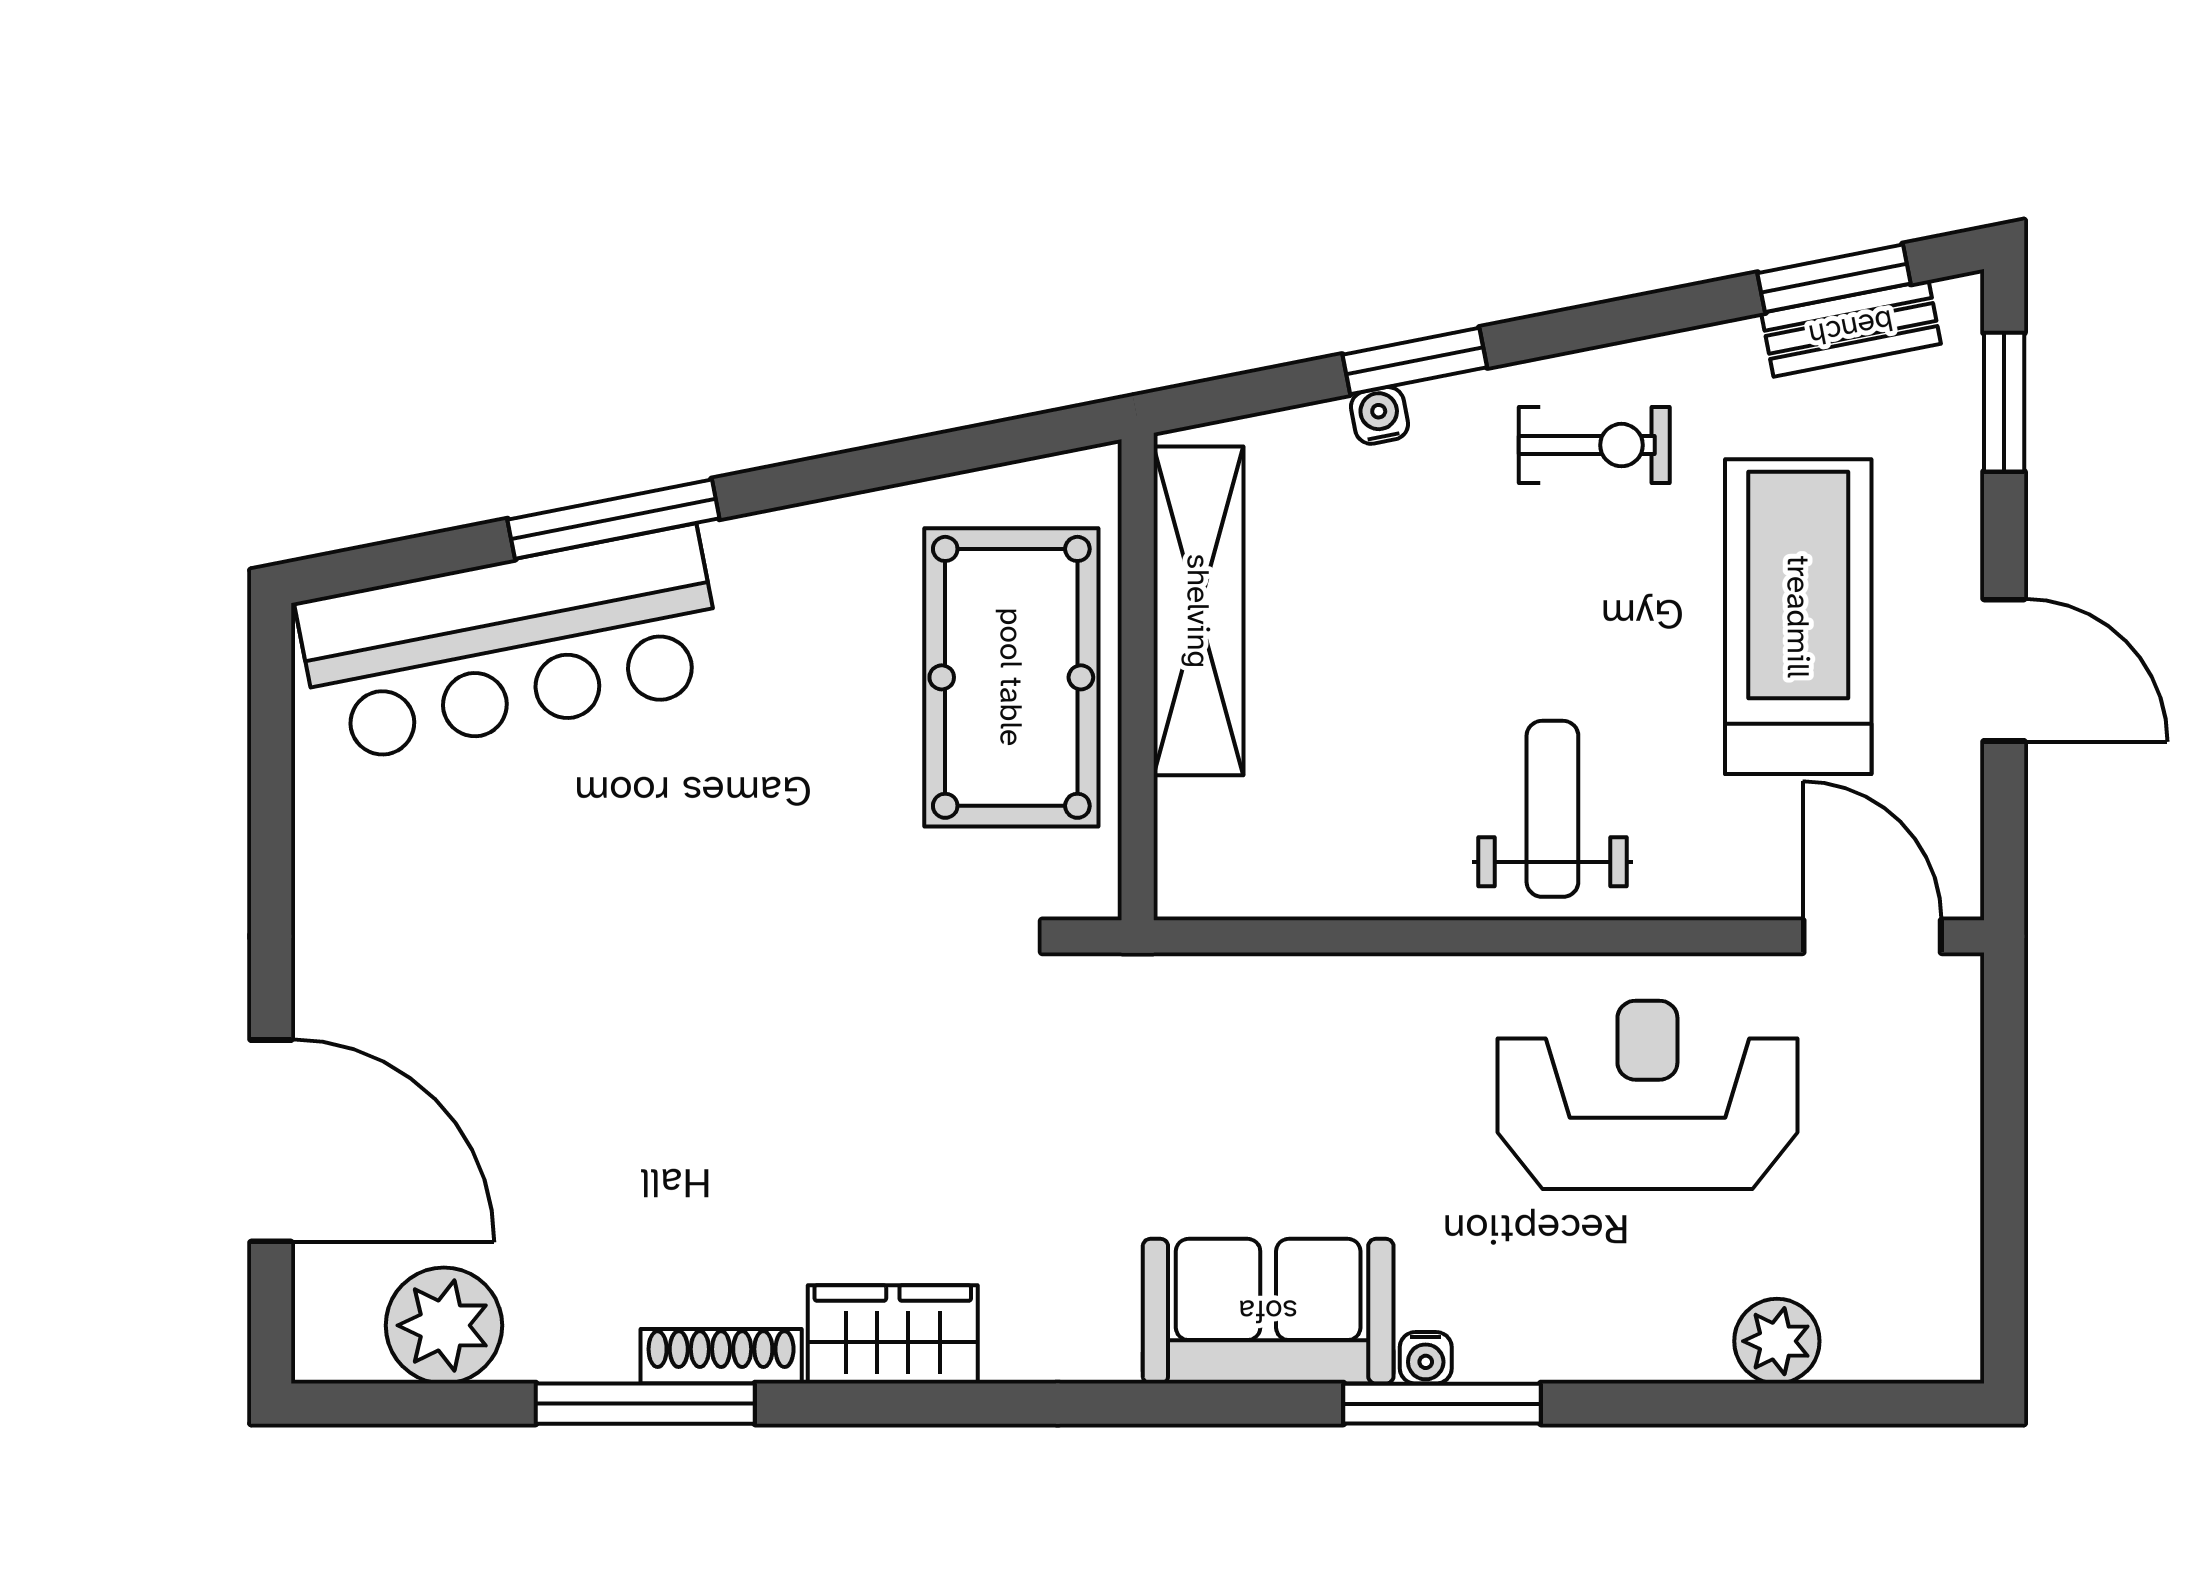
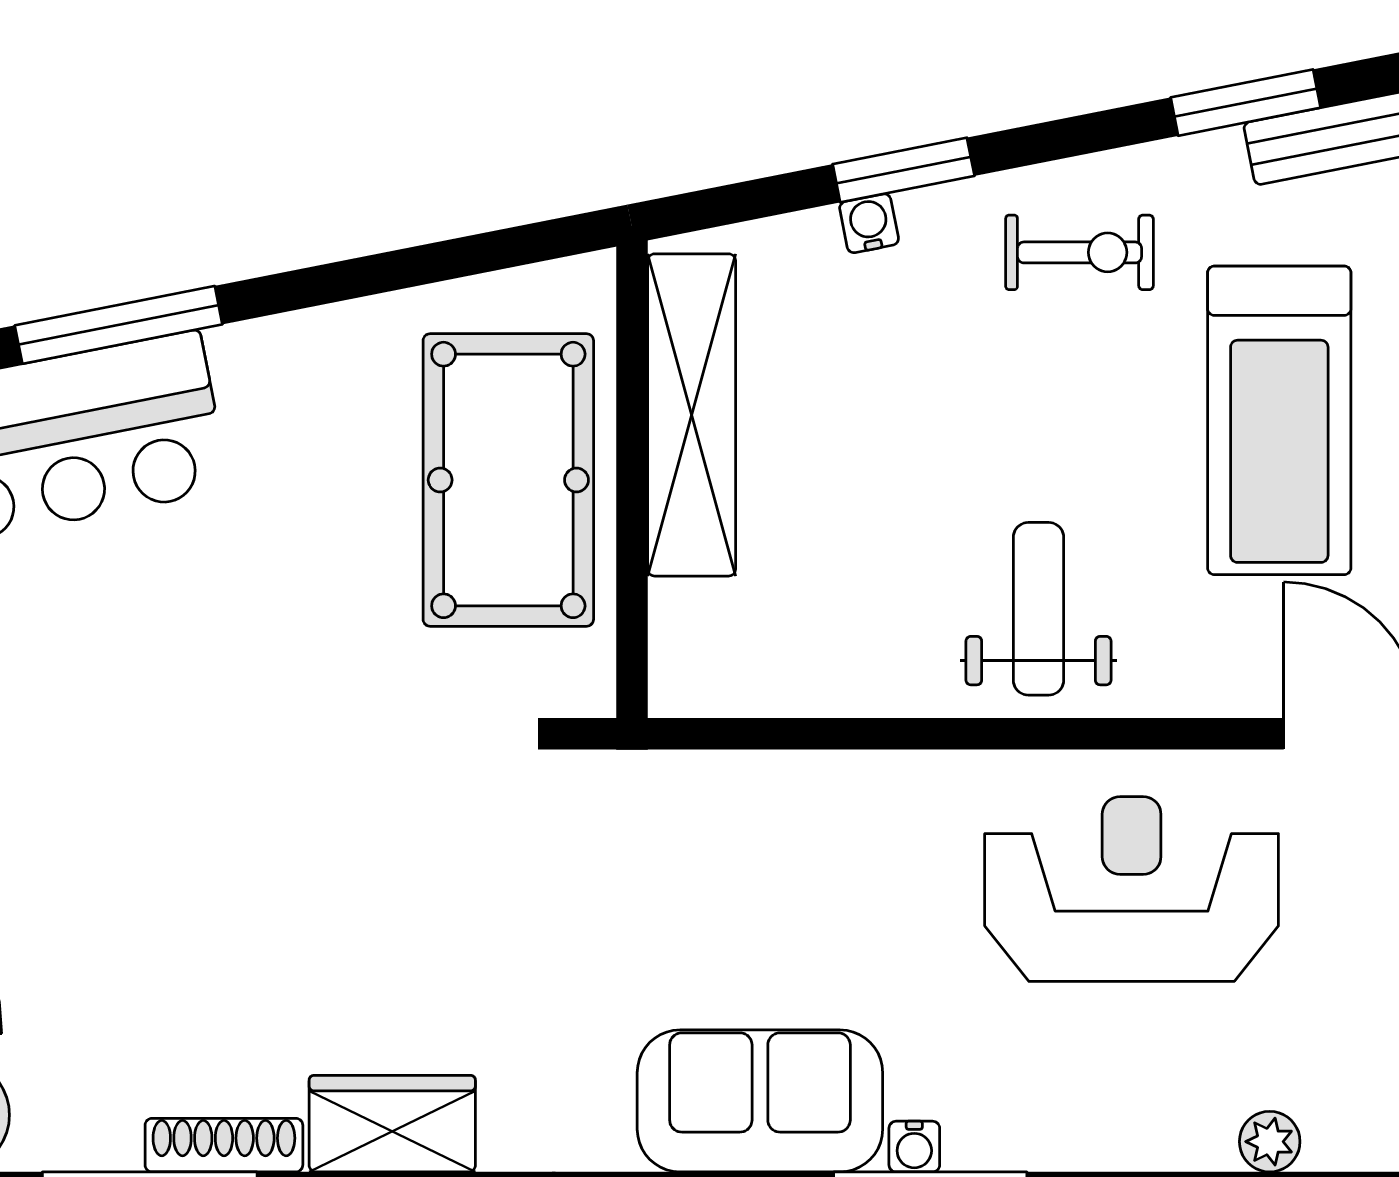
window: (1834, 278) -> (1246, 103), moved
treadmill: (1798, 617) -> (1279, 420), turned 180
plant: (1777, 1341) -> (1270, 1142), width x0.73, depth x0.73

